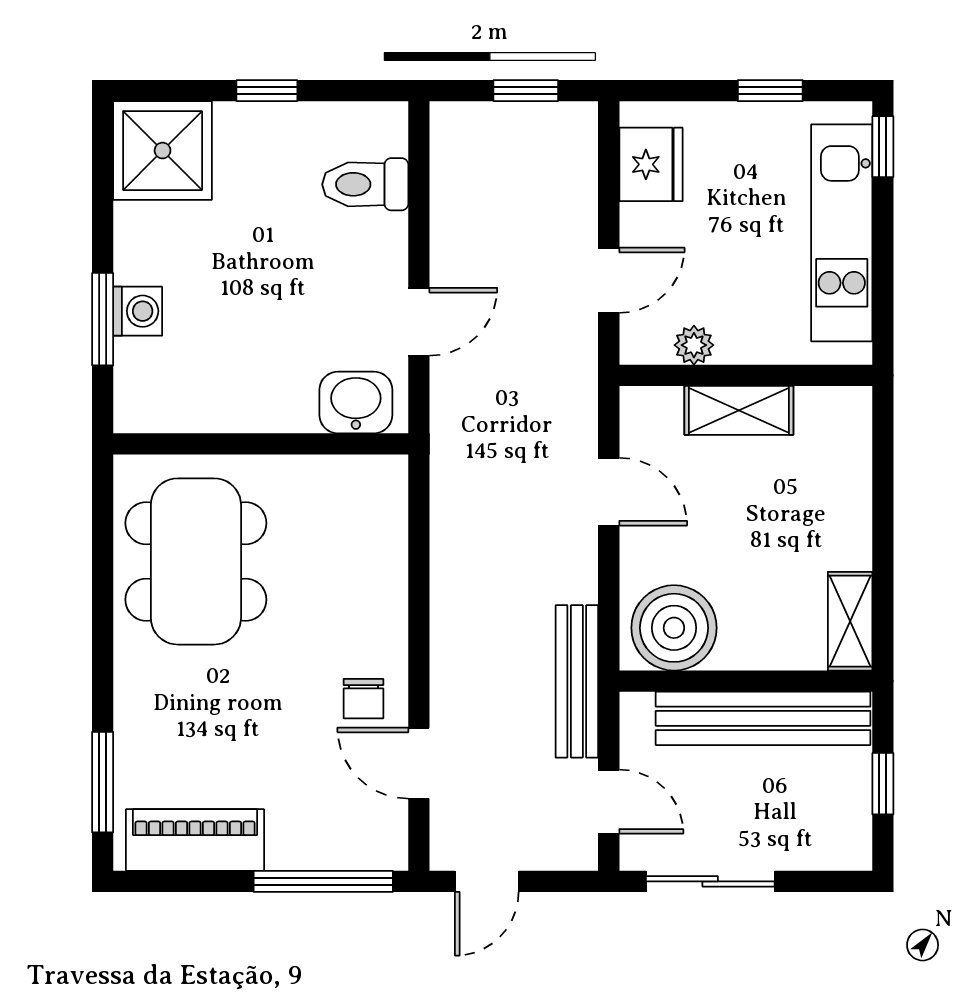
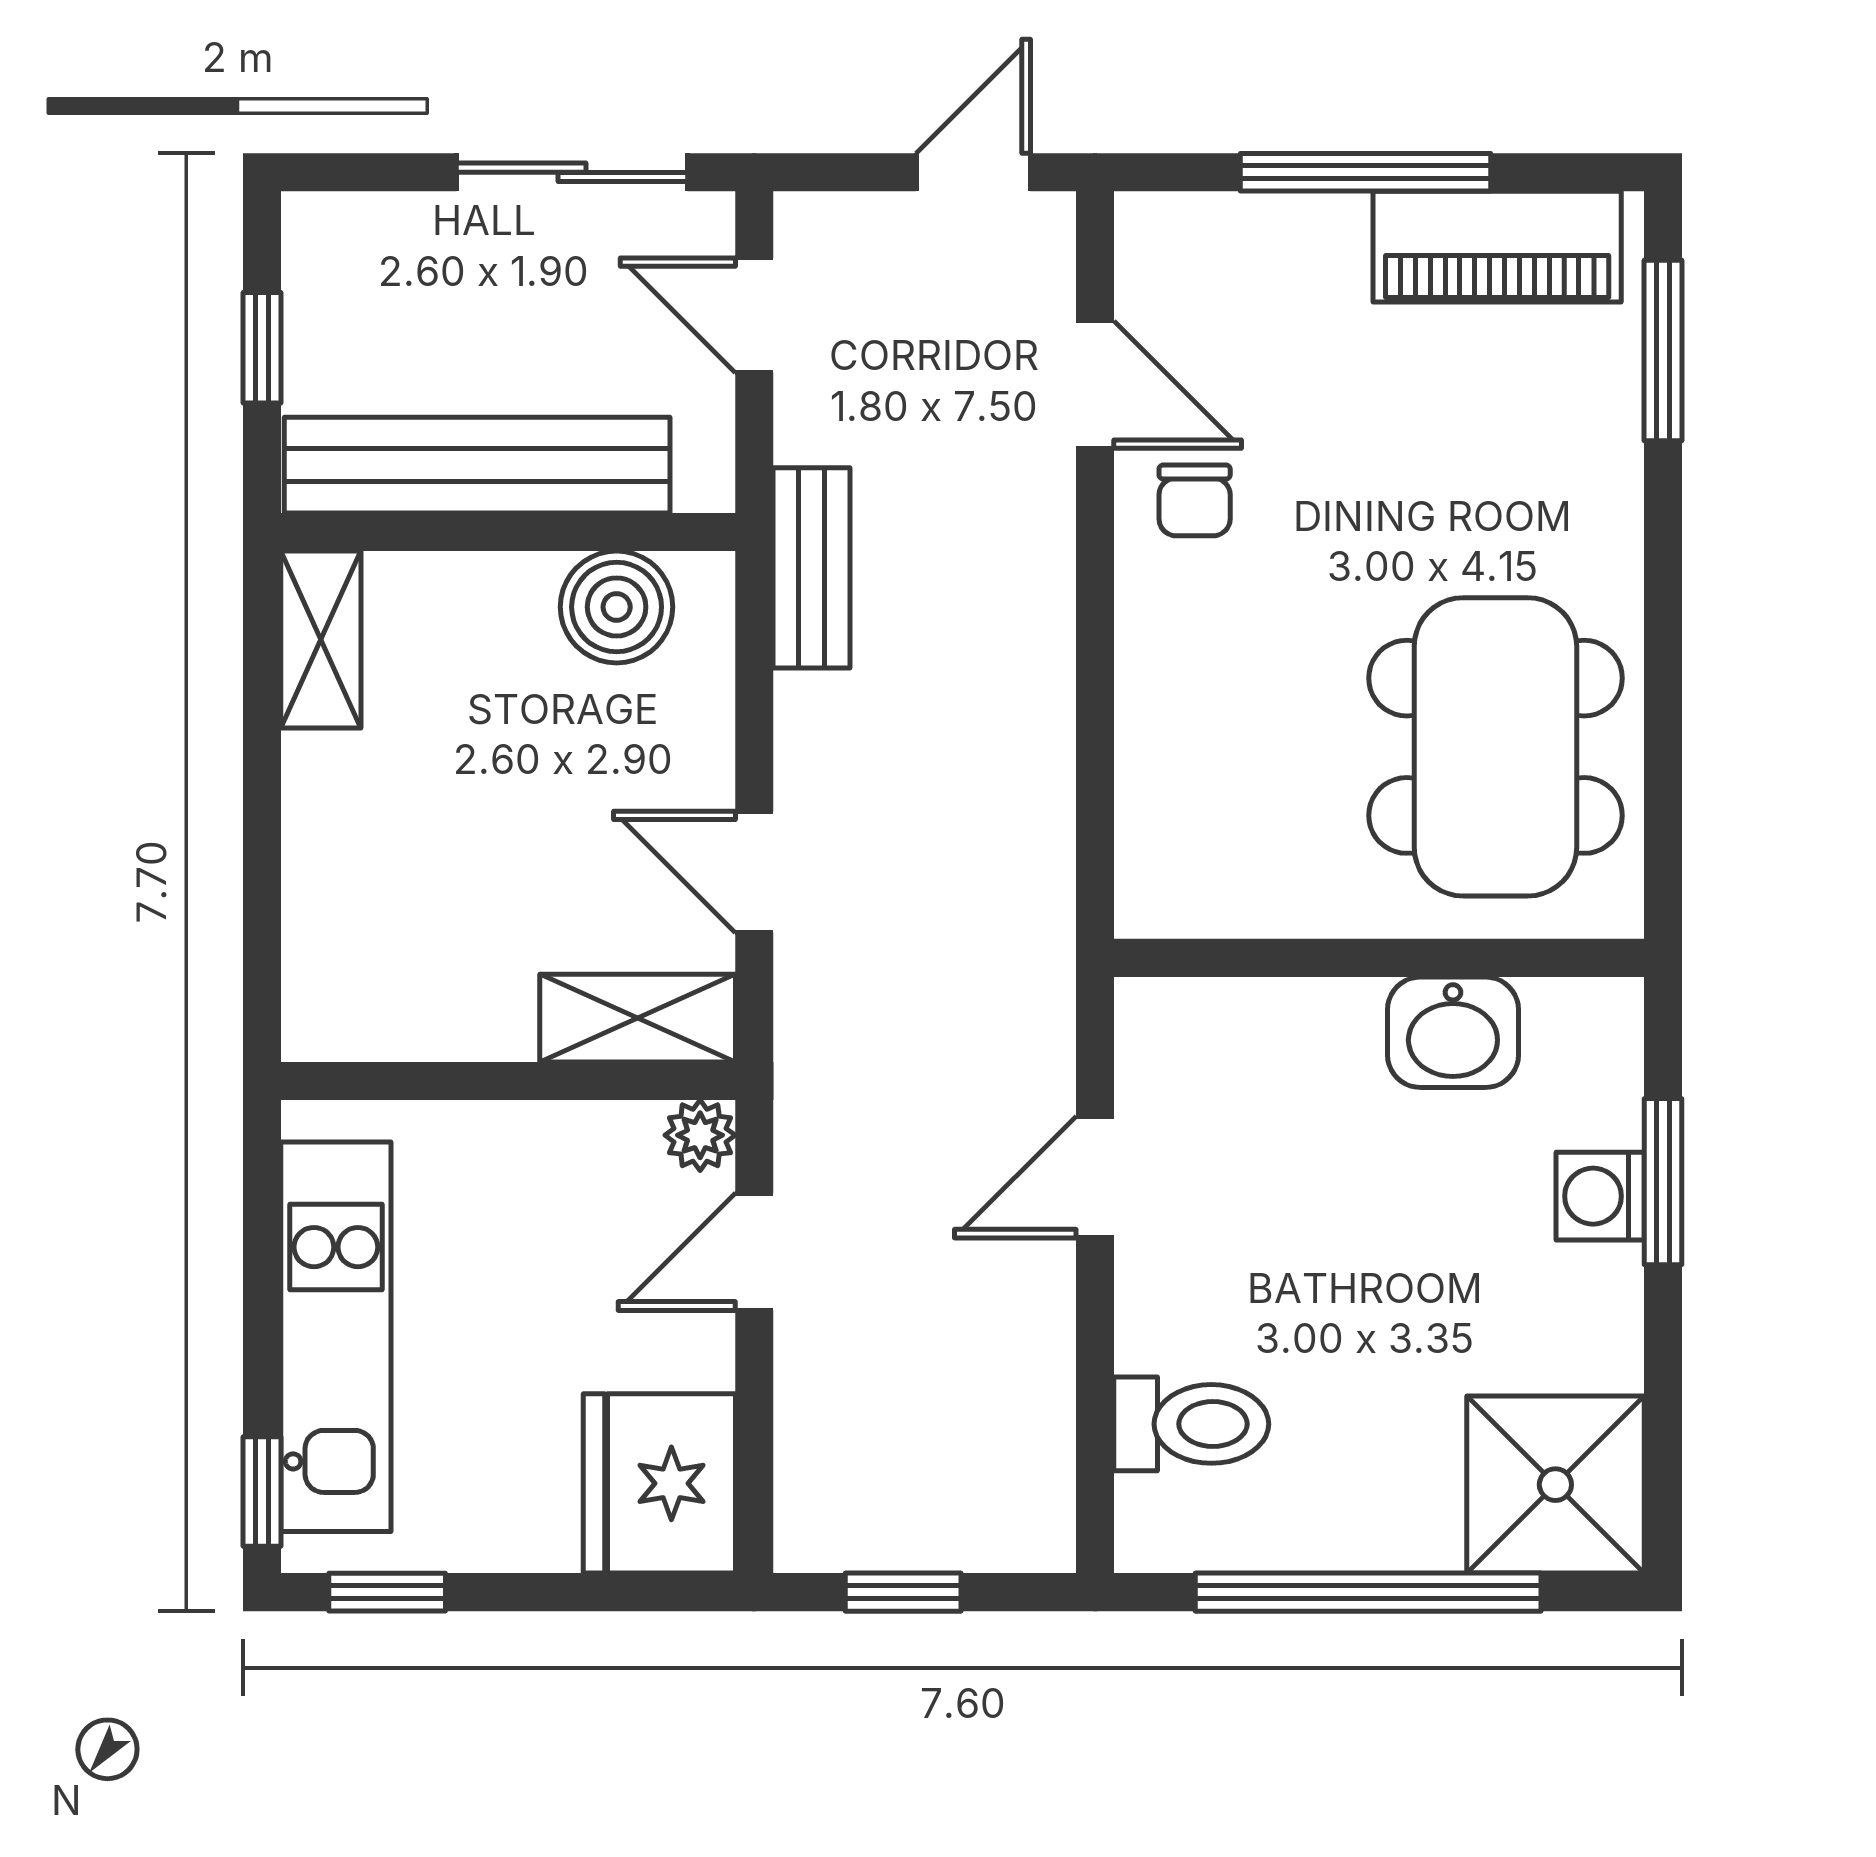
window: (267, 91) -> (1368, 1592), width x3.17
window: (770, 91) -> (387, 1592), moved
fridge: (651, 164) -> (659, 1483), width x1.36, depth x1.34
plant: (694, 345) -> (700, 1135), moved
washbasin: (356, 402) -> (1453, 1032), moved
shelving: (739, 410) -> (638, 1018), moved
boiler: (674, 628) -> (617, 607), width x0.73, depth x0.73
bench: (577, 681) -> (812, 568), width x0.73
chair: (364, 699) -> (1195, 500), turned 180
window: (323, 881) -> (1365, 172), moved

